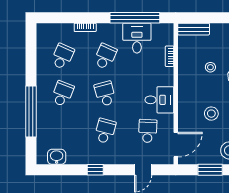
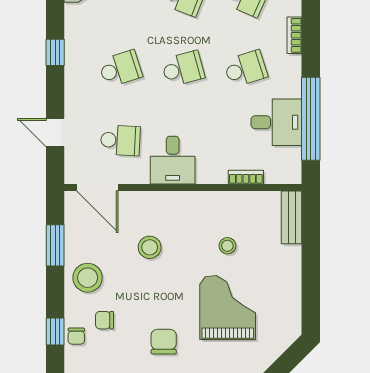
school desk: (105, 56) -> (246, 69), turned -42
school desk: (105, 131) -> (120, 69), turned -33

